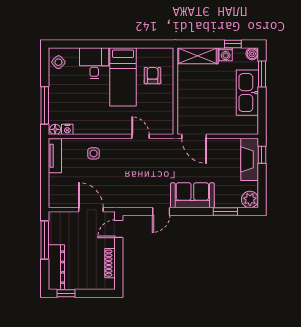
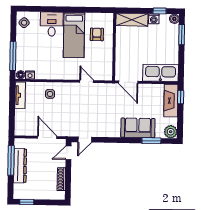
kitchen sink: (247, 93) -> (161, 73), moved, turned 90
sofa: (192, 195) -> (138, 128), moved
door: (161, 211) -> (85, 140), moved
dresser: (56, 267) -> (20, 166), moved

